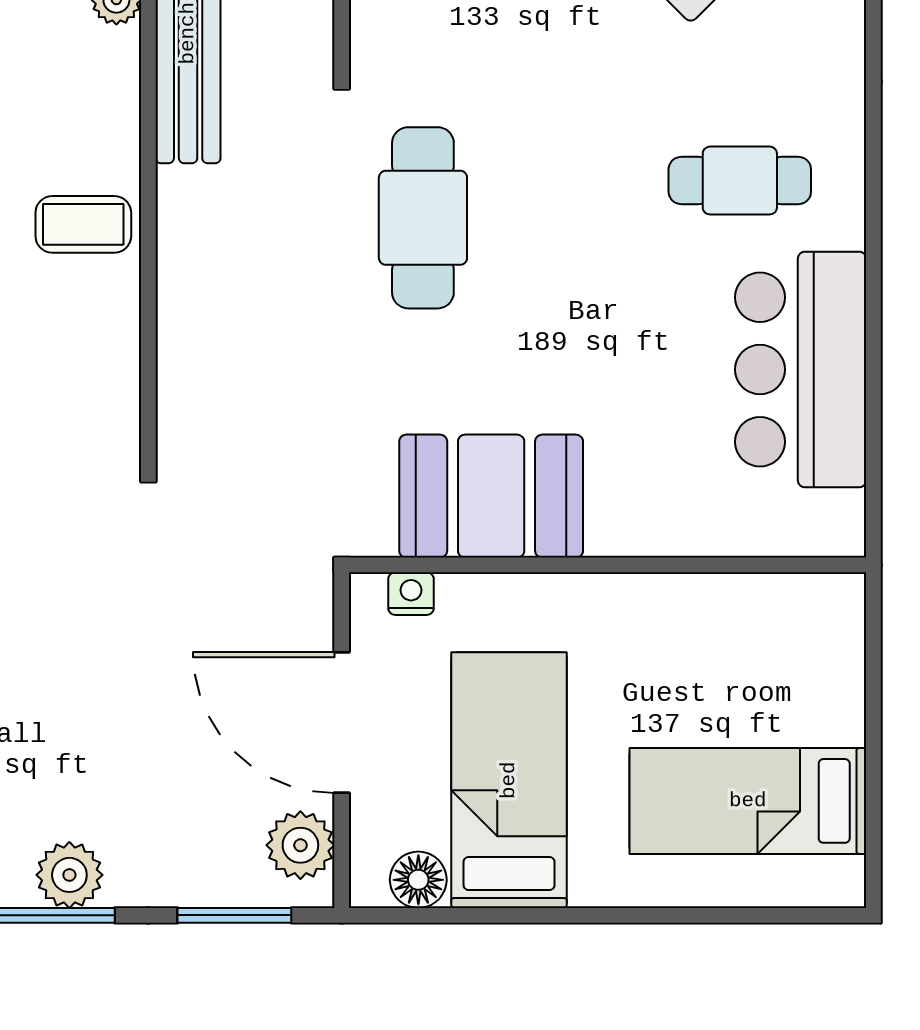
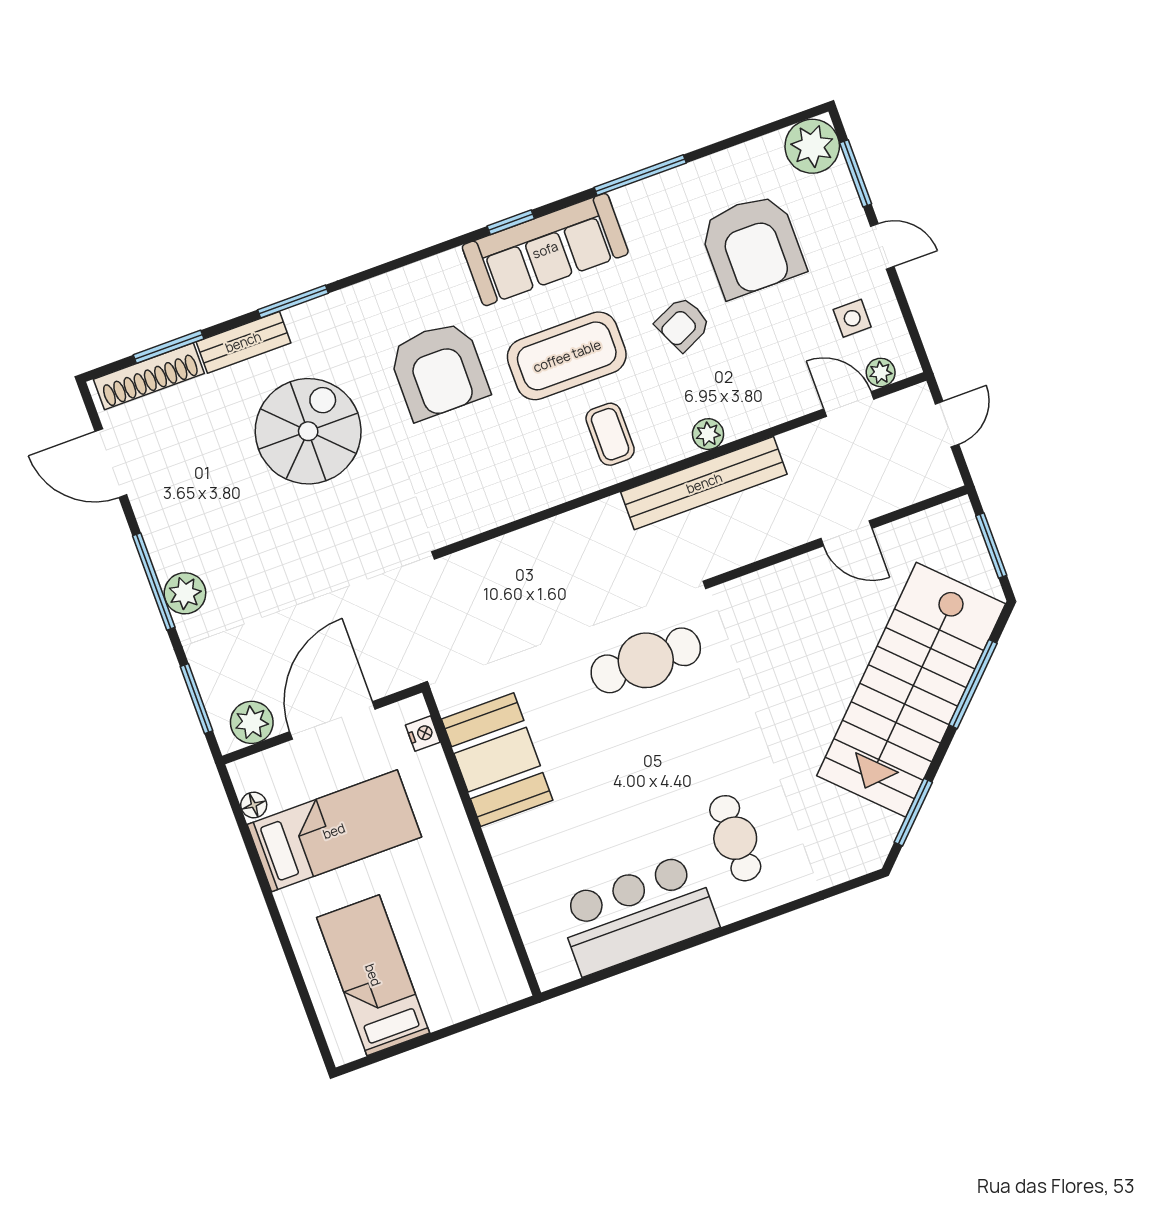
coffee table: (83, 224) -> (610, 434), moved
floor lamp: (418, 880) -> (254, 805), width x0.73, depth x0.73

